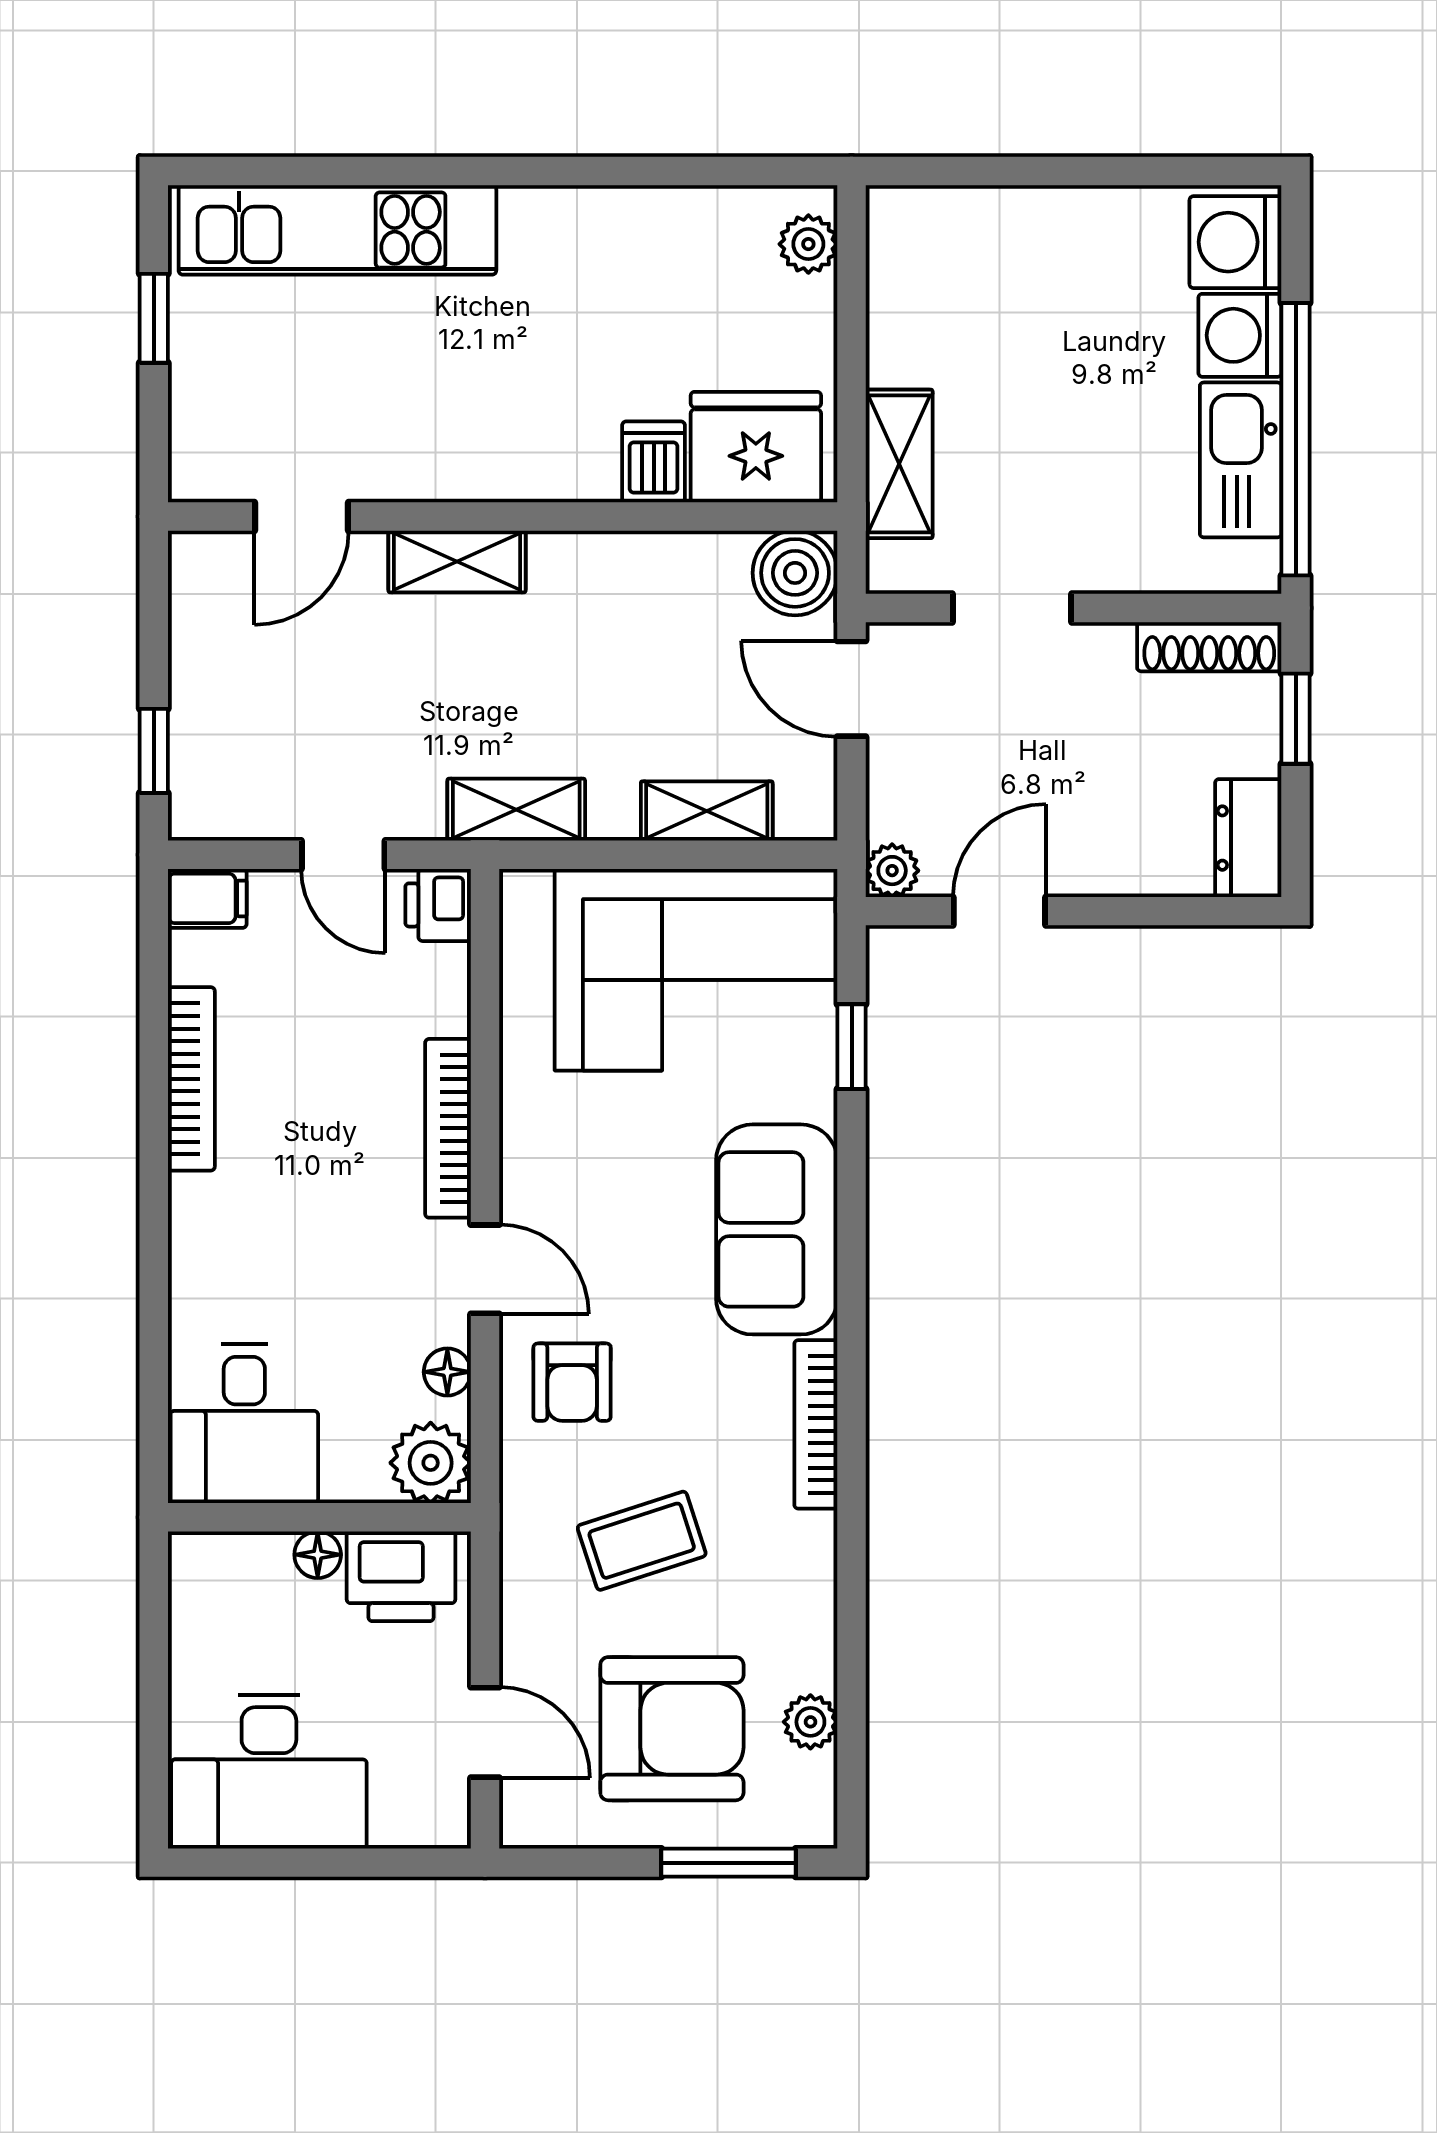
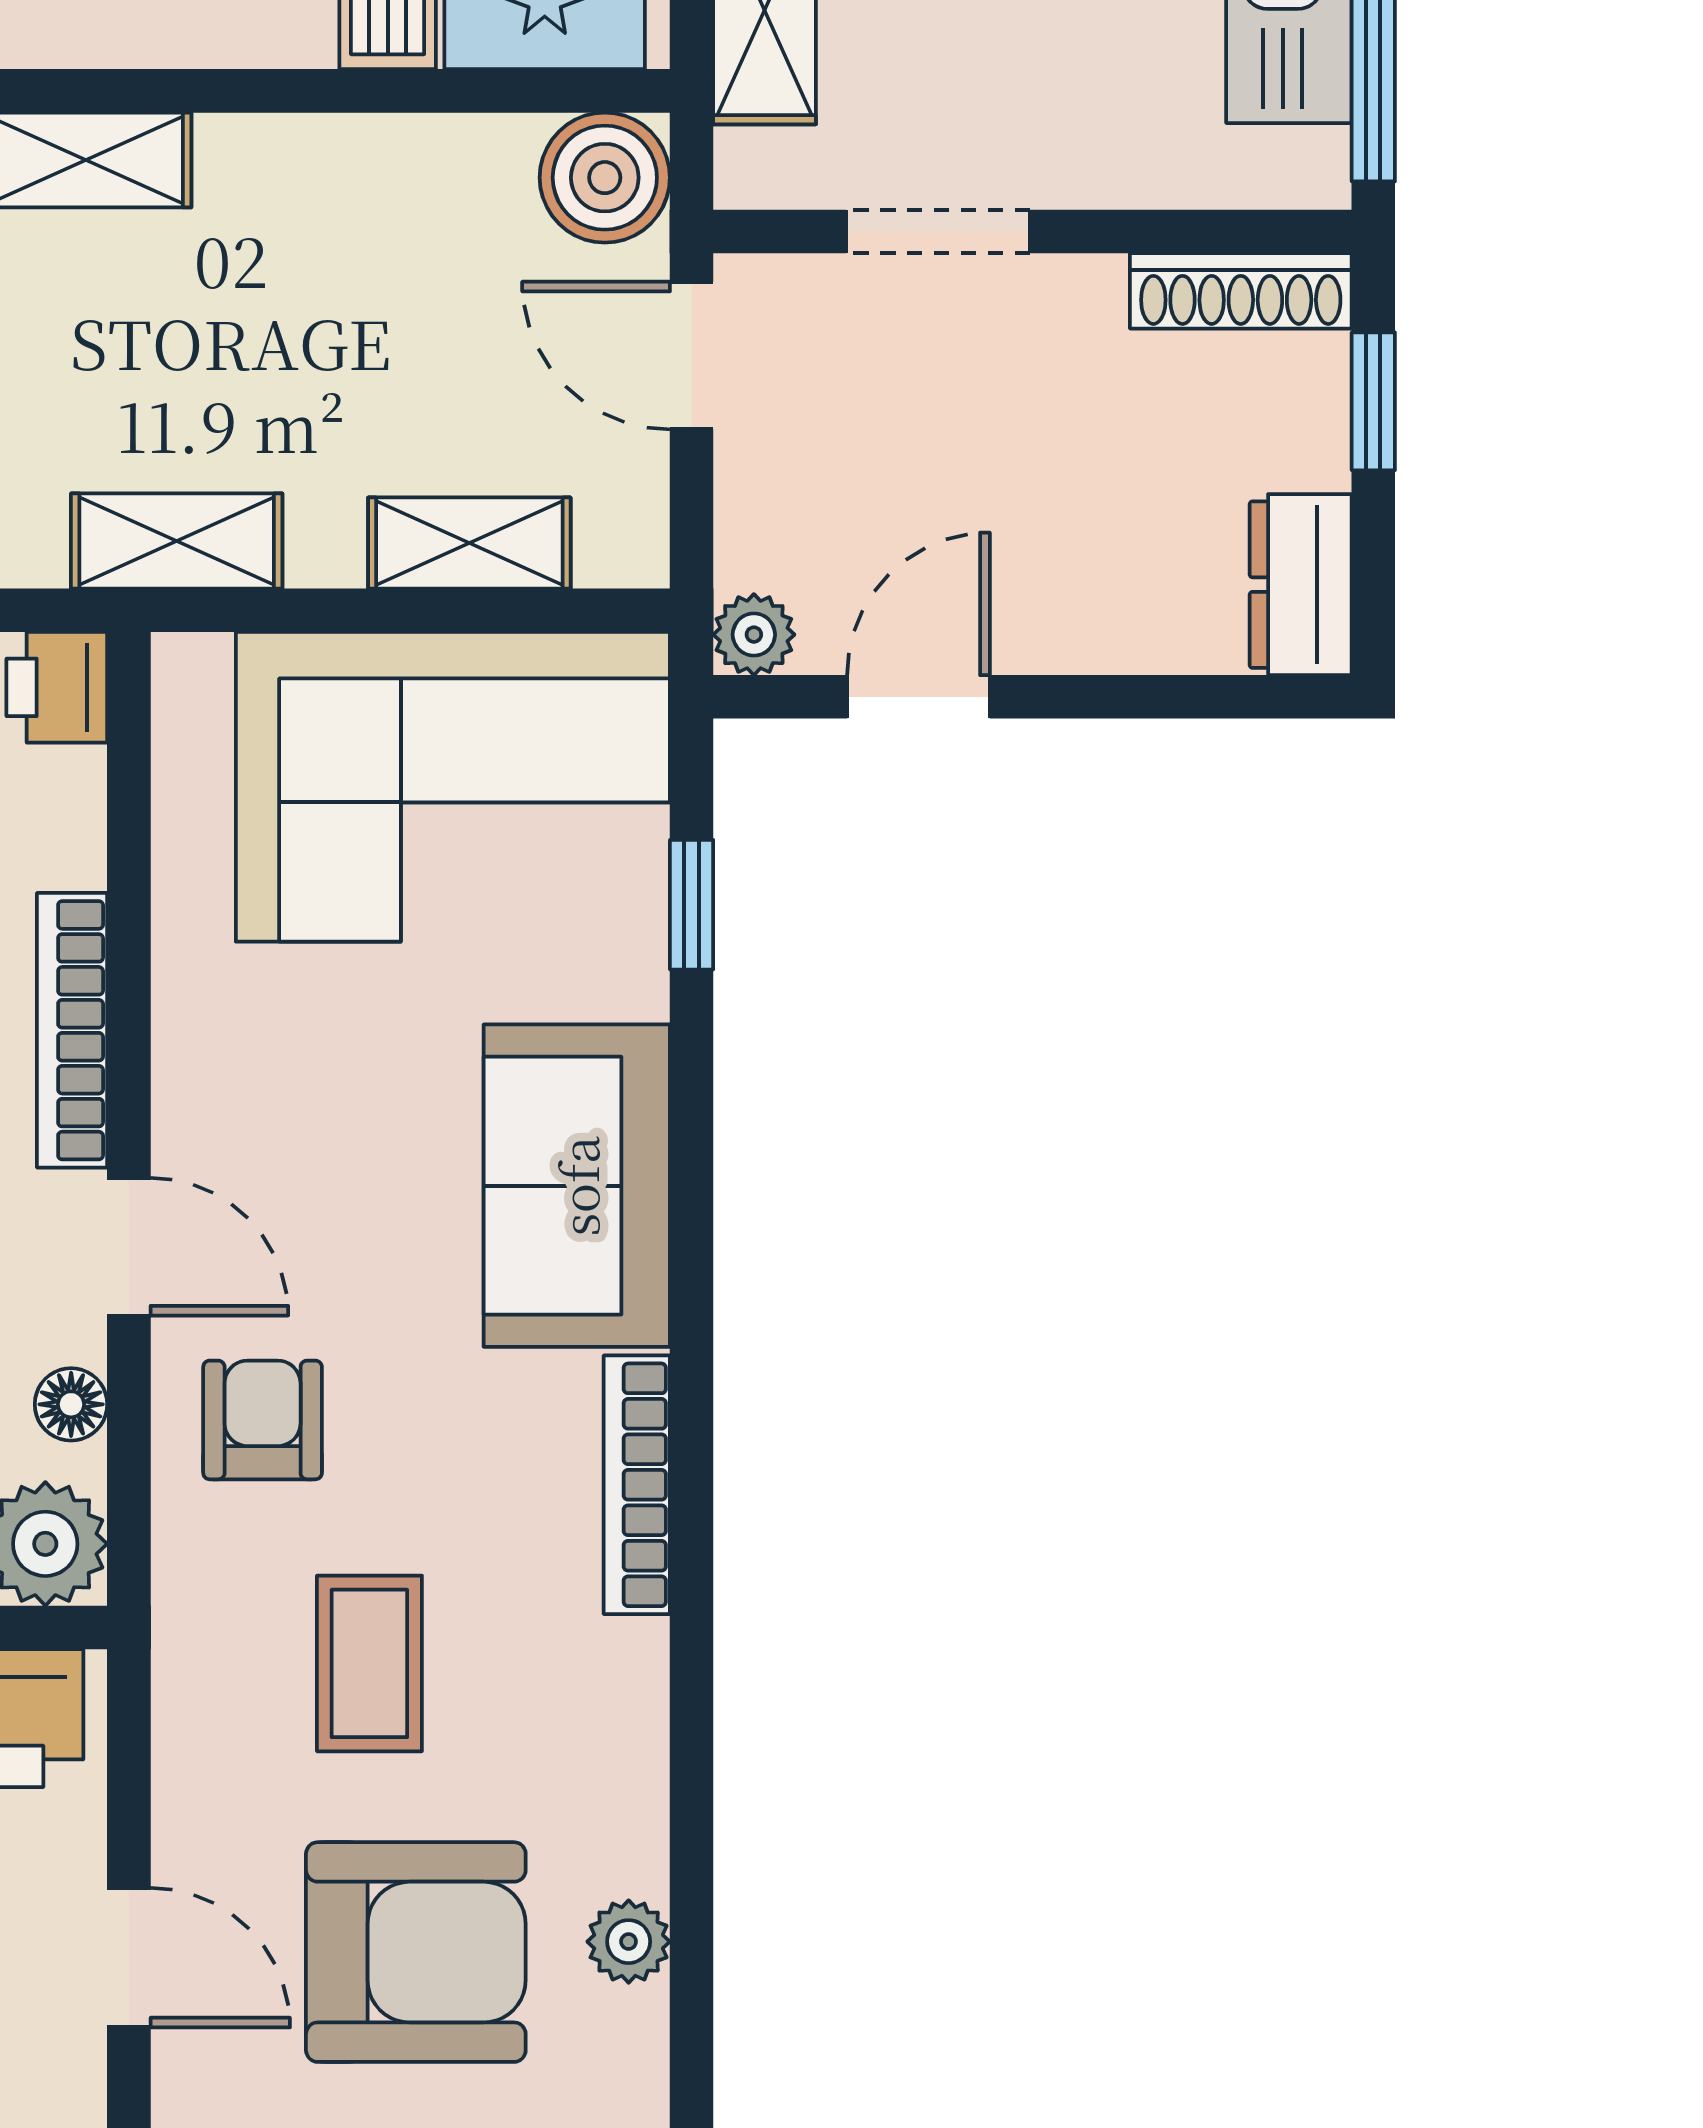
armchair: (572, 1382) -> (263, 1420), turned 180
coffee table: (642, 1541) -> (369, 1663), turned -72

